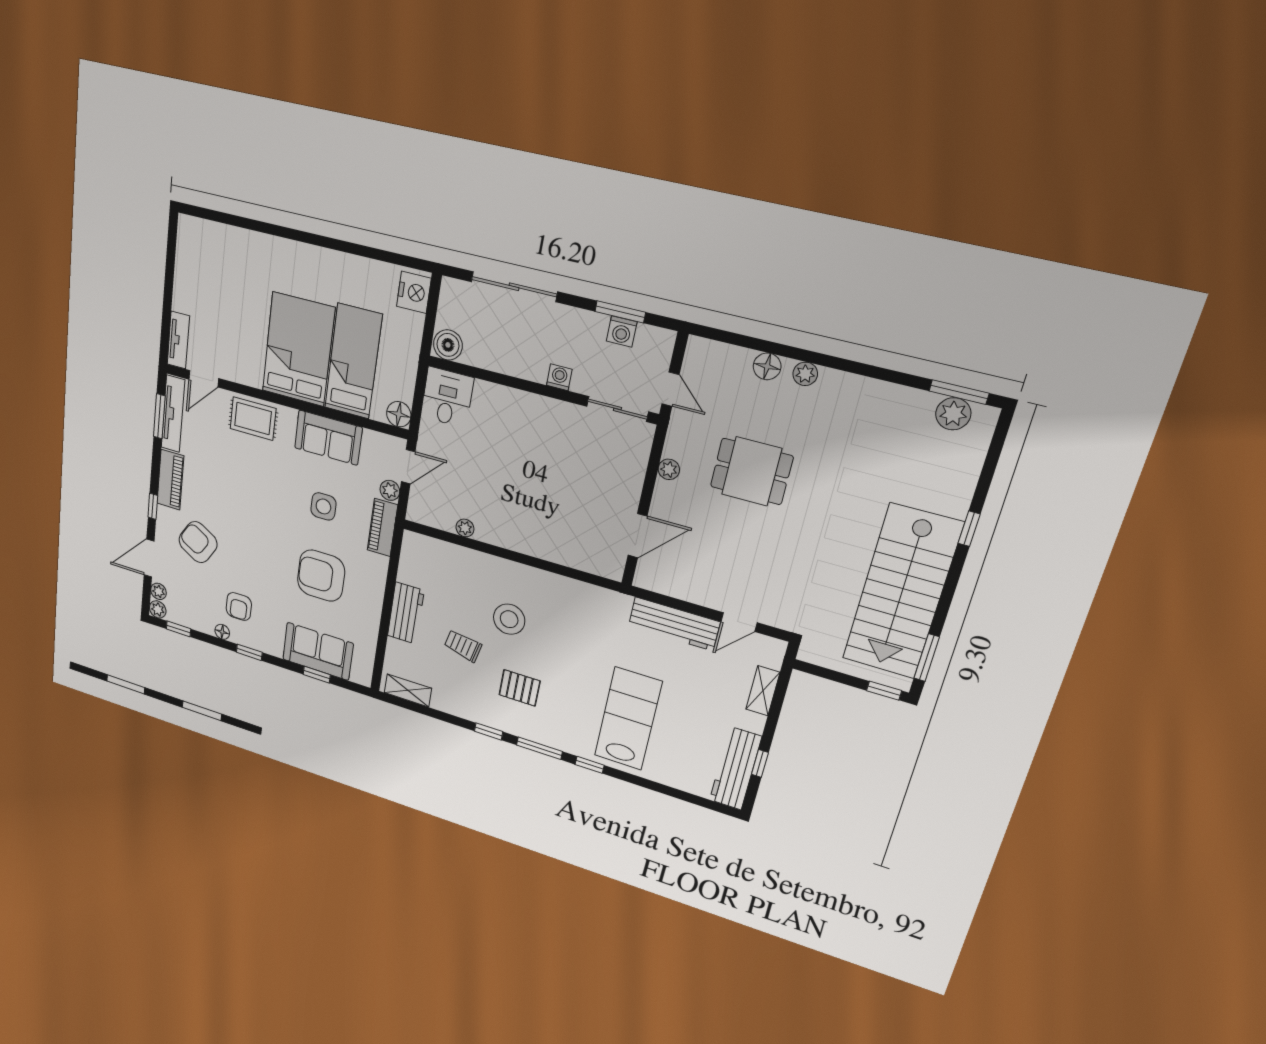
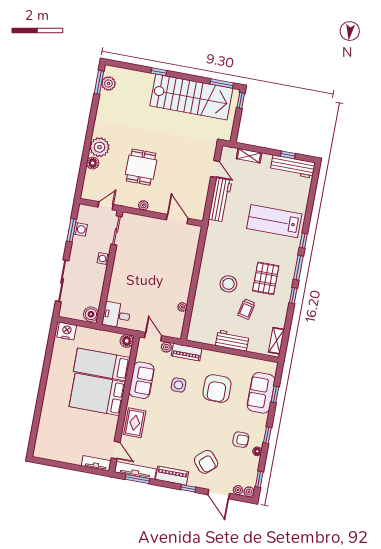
plant: (805, 374) -> (99, 147), width x1.88, depth x1.88
armchair: (198, 542) -> (206, 462), turned -72
pallet: (520, 688) -> (266, 278), width x1.50, depth x1.42

